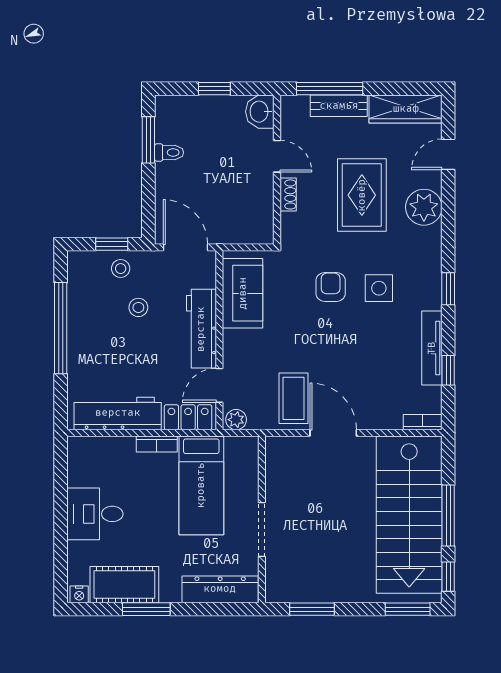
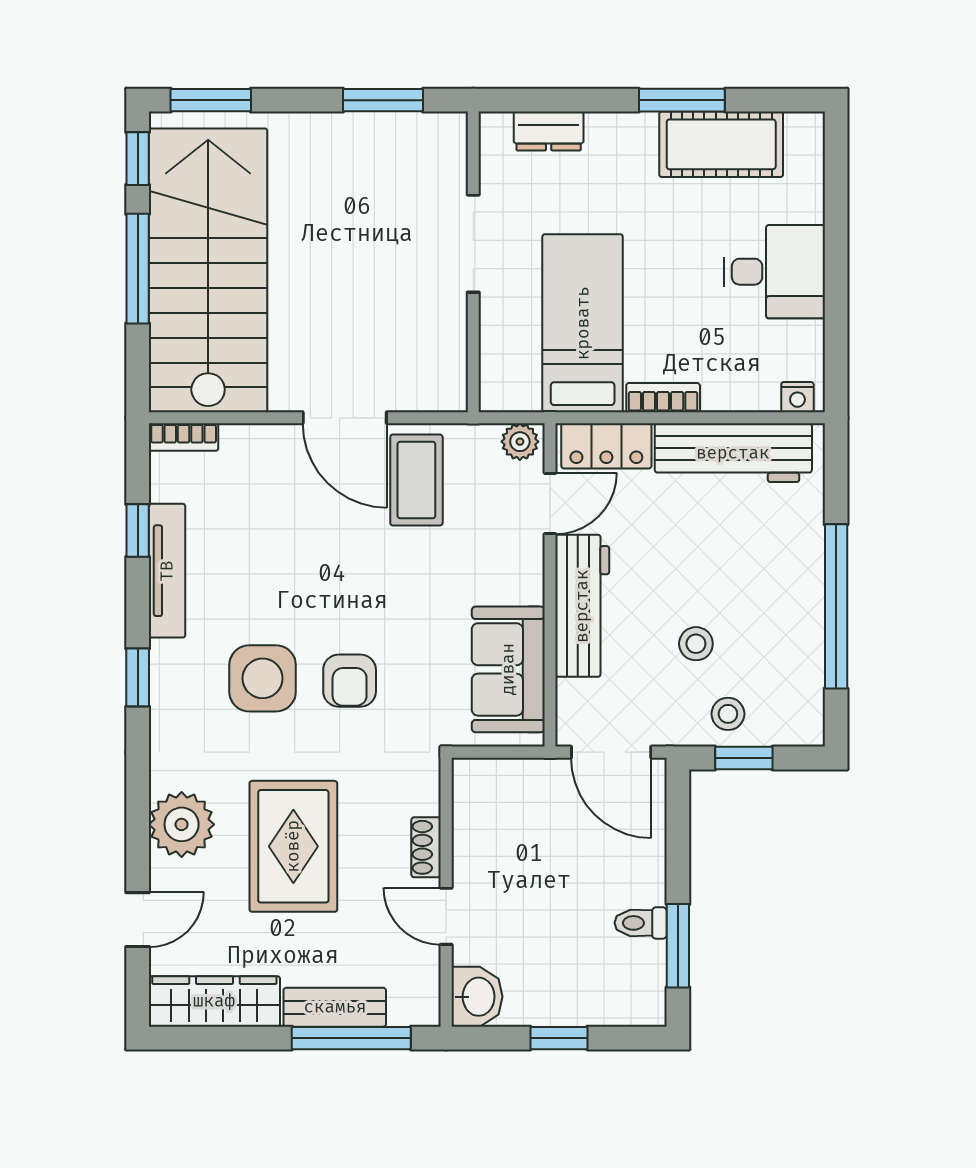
side table: (379, 288) -> (263, 678), width x1.37, depth x1.37
dresser: (220, 589) -> (549, 131), width x0.51, depth x0.80
nightstand: (79, 594) -> (797, 397), moved, turned 180

